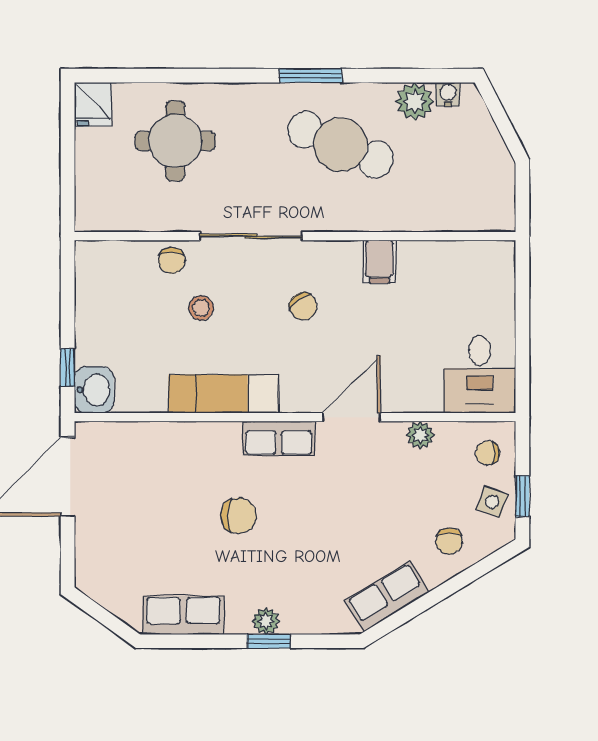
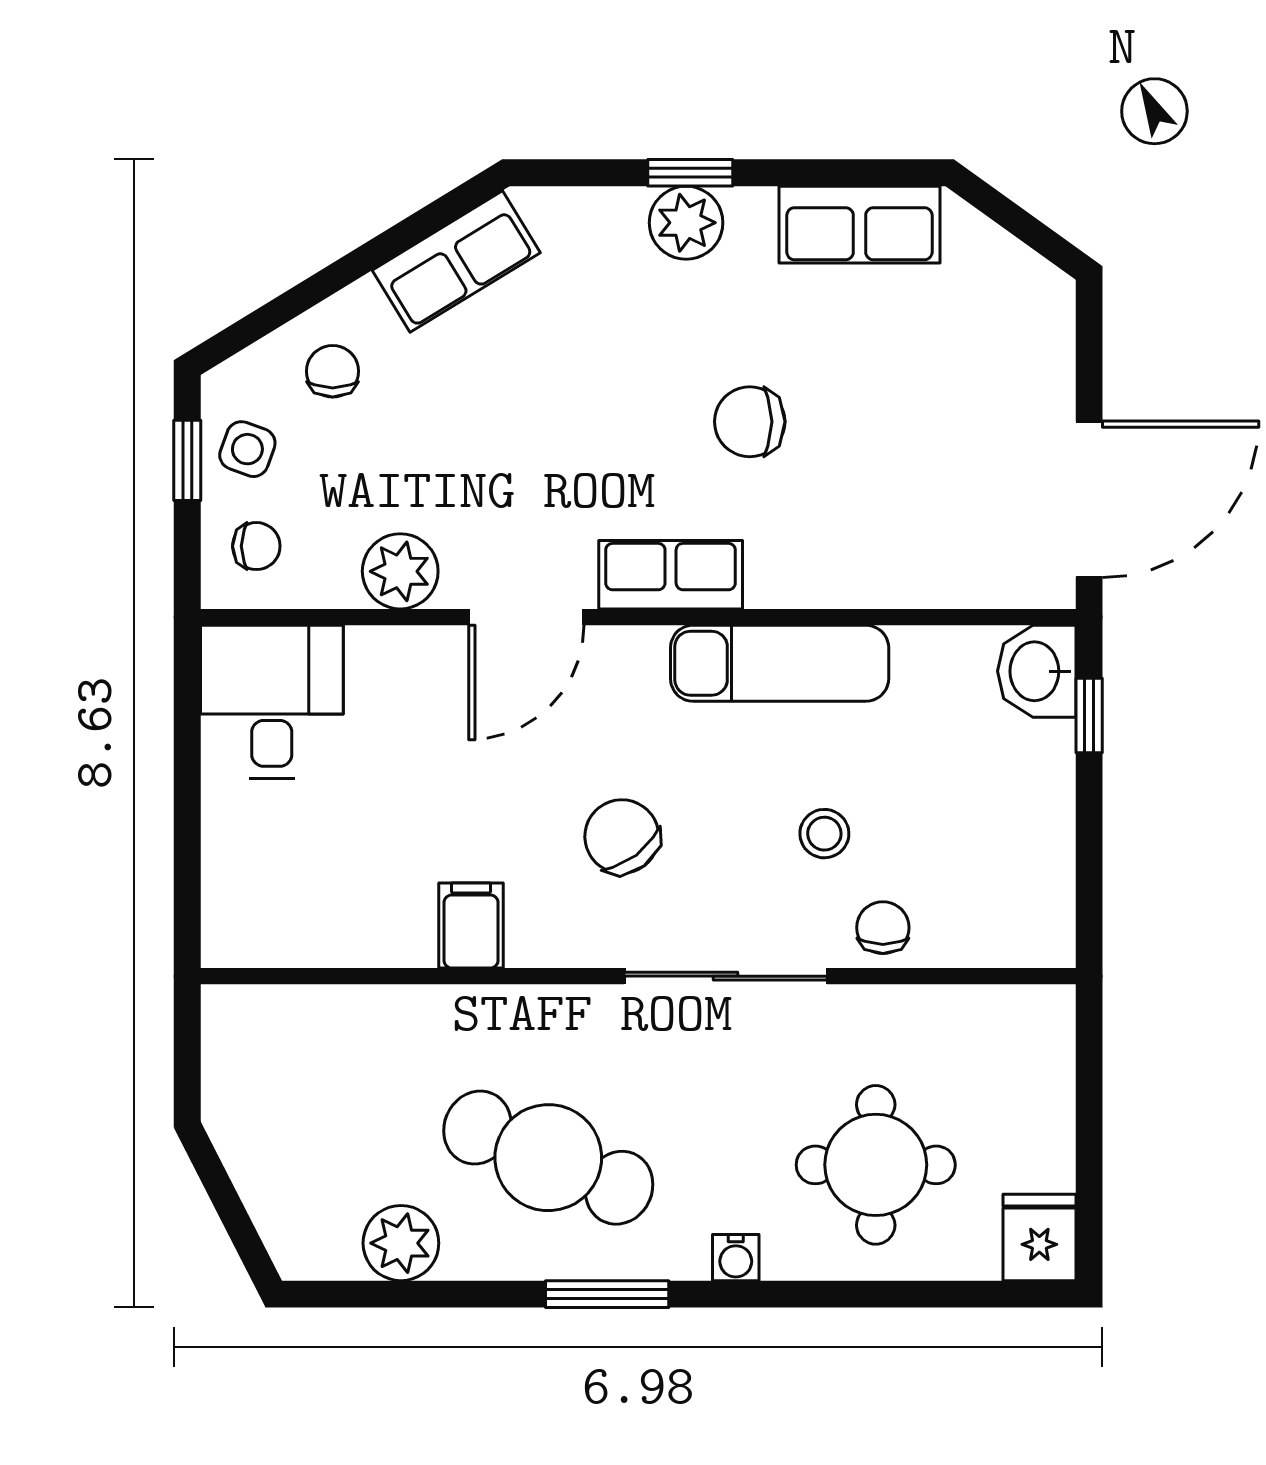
water cooler: (448, 94) -> (736, 1258), moved
chair: (303, 307) -> (622, 836), width x1.37, depth x1.37
plant: (420, 435) -> (400, 571), width x1.38, depth x1.38
plant: (266, 621) -> (686, 223), width x1.38, depth x1.38

